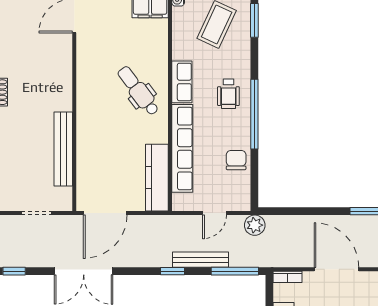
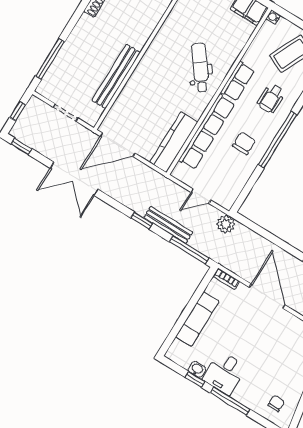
wheelchair: (228, 94) -> (271, 98), moved
chair: (236, 160) -> (244, 143), moved

